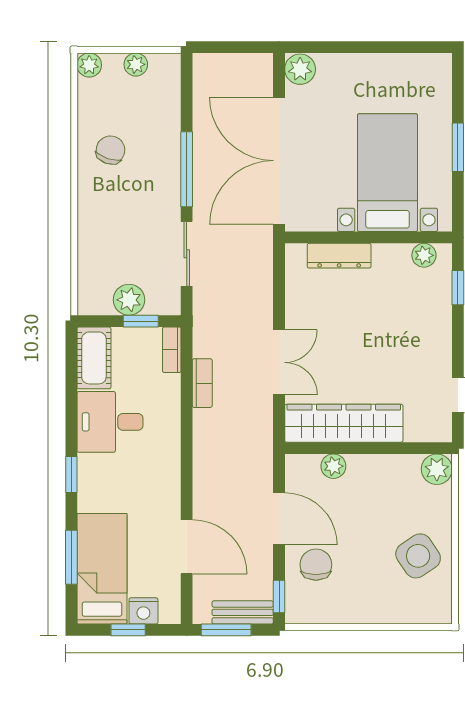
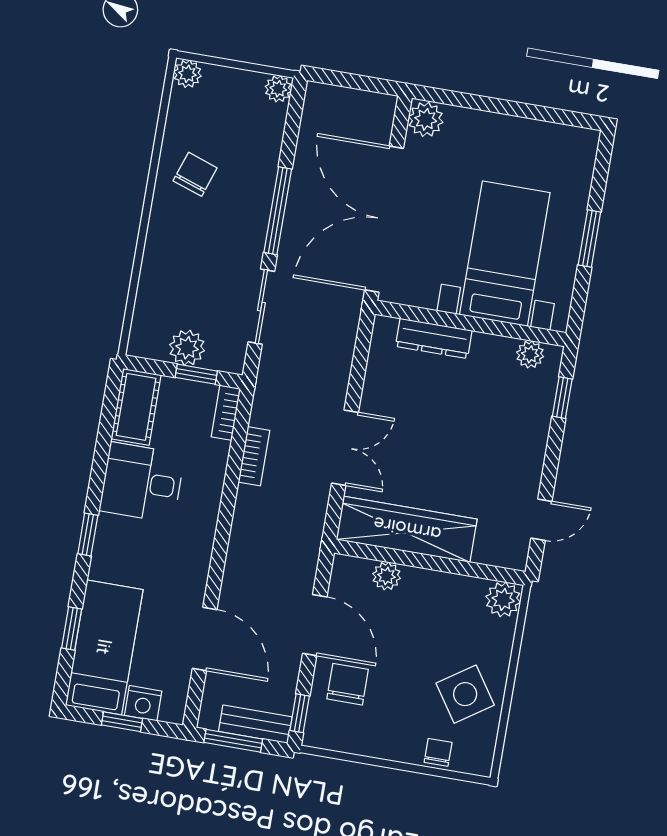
plant: (136, 64) -> (278, 89), moved
window: (71, 557) -> (72, 628), width x0.67
chair: (403, 610) -> (438, 752), added

